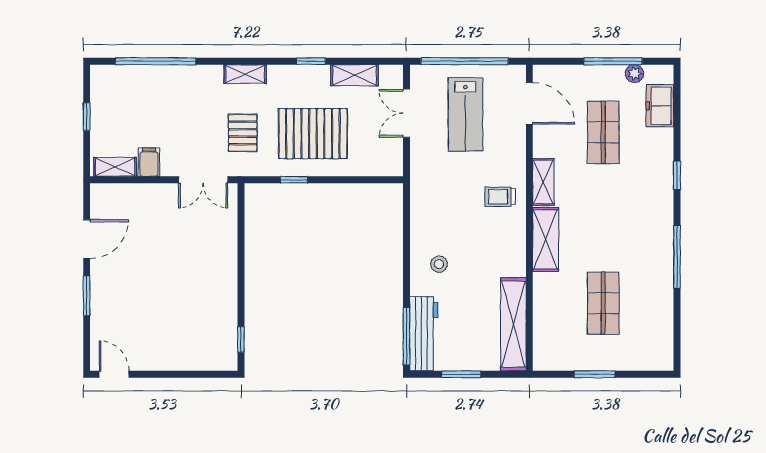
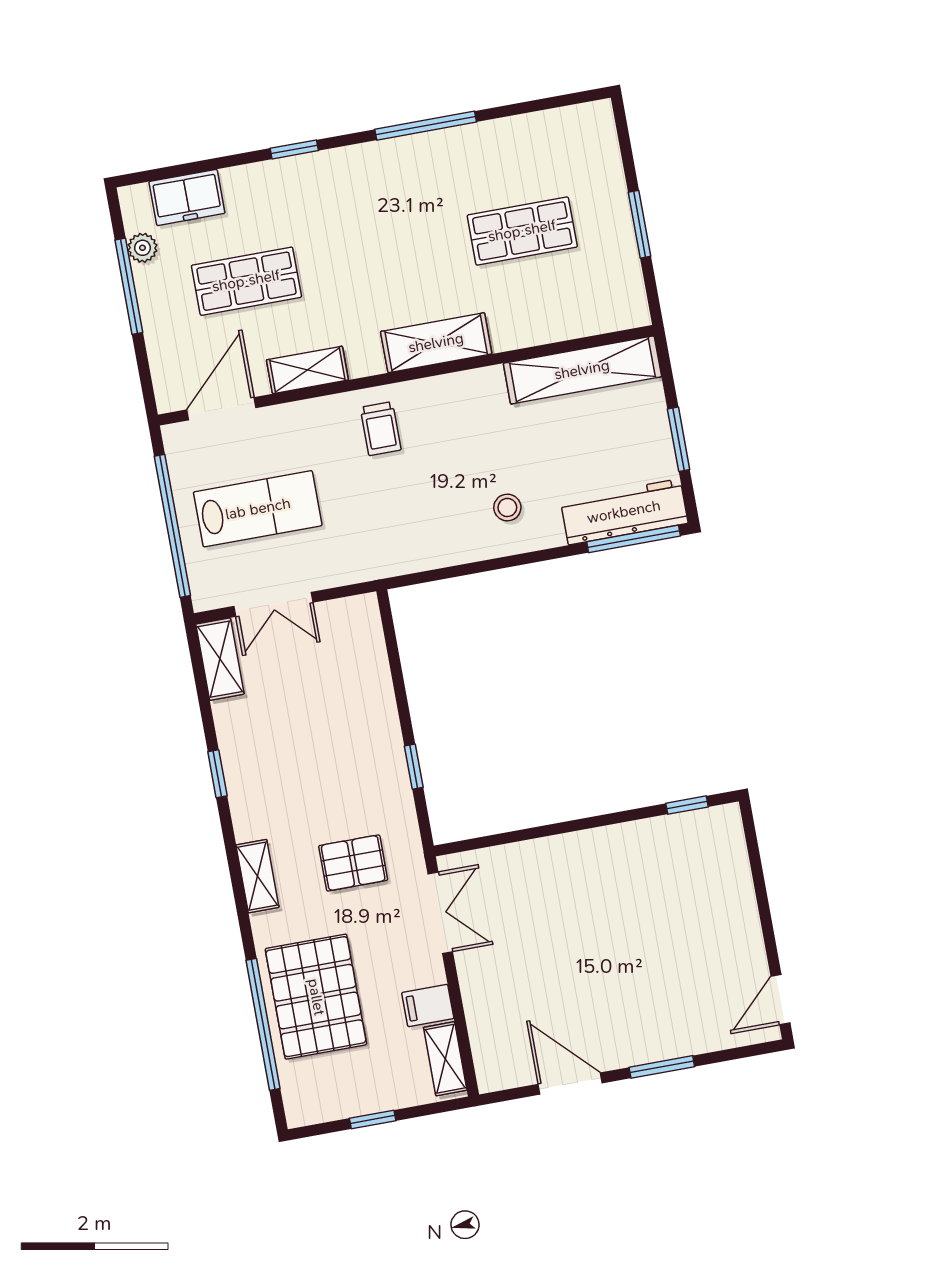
shelving: (355, 75) -> (220, 659), moved
pallet: (313, 134) -> (316, 997), moved
shelving: (543, 182) -> (307, 370), moved

